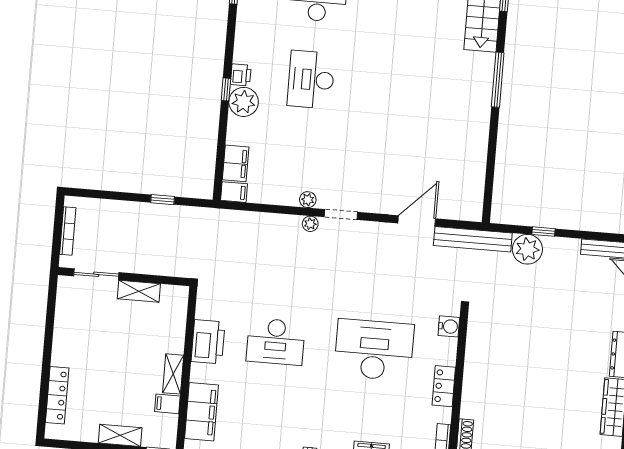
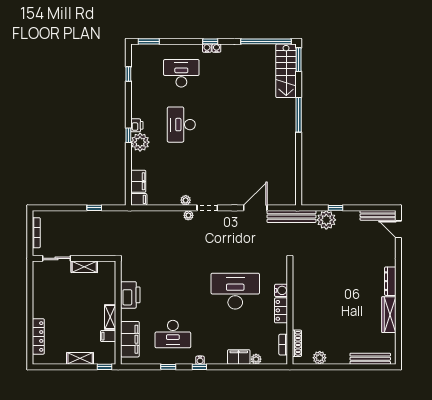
water cooler: (449, 326) -> (281, 290), moved
desk: (276, 342) -> (173, 334), moved

